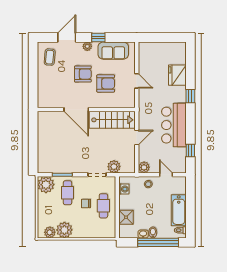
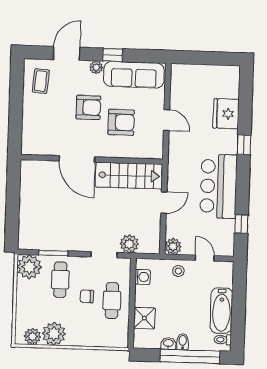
sofa: (113, 51) -> (134, 75), width x1.36

